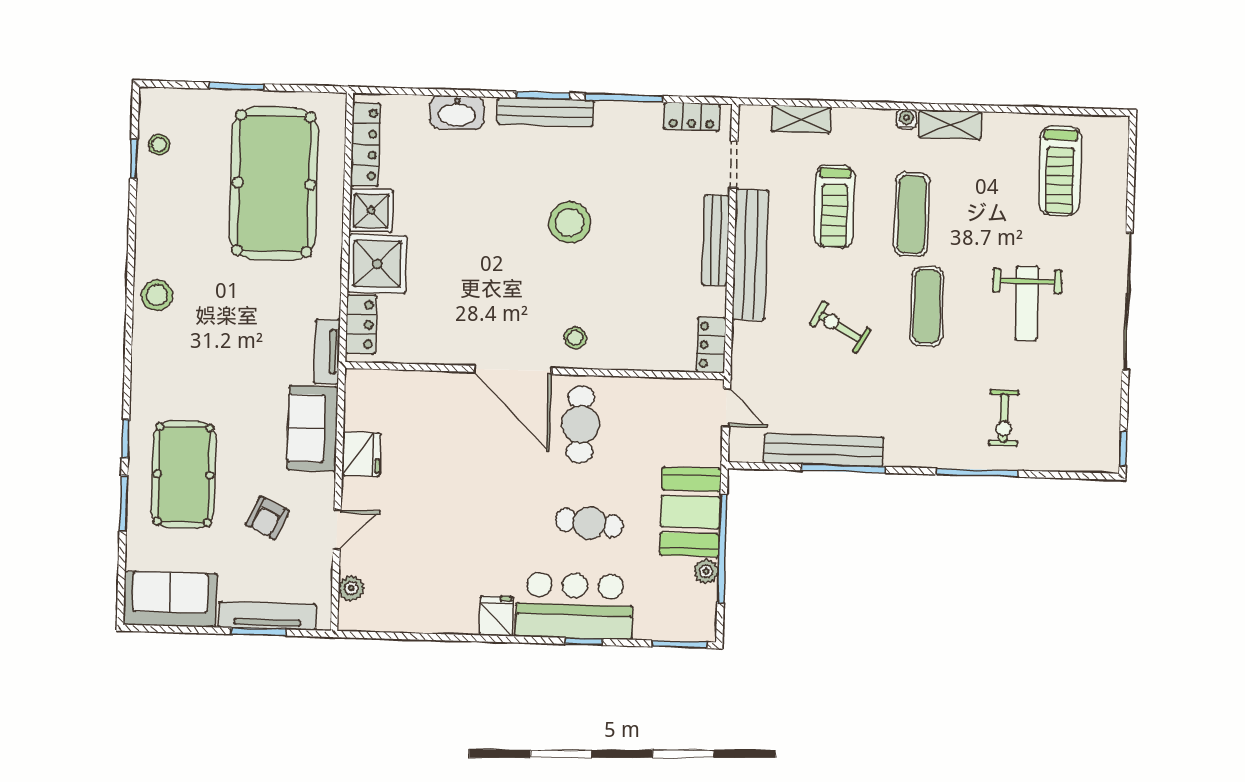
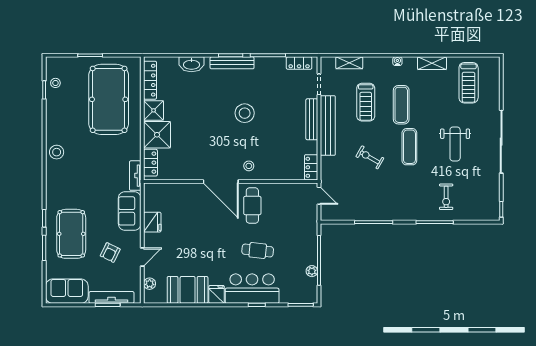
shelving: (950, 125) -> (432, 63), moved
bench: (824, 450) -> (364, 214), removed
booth: (691, 512) -> (188, 290), moved, turned 90

